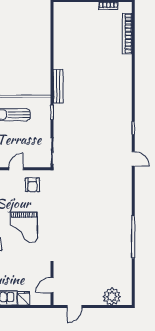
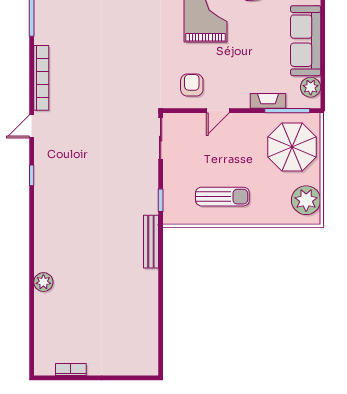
bookcase: (127, 34) -> (41, 78), moved
plant: (126, 61) -> (43, 282), added
door: (133, 159) -> (32, 126), hinge flipped

